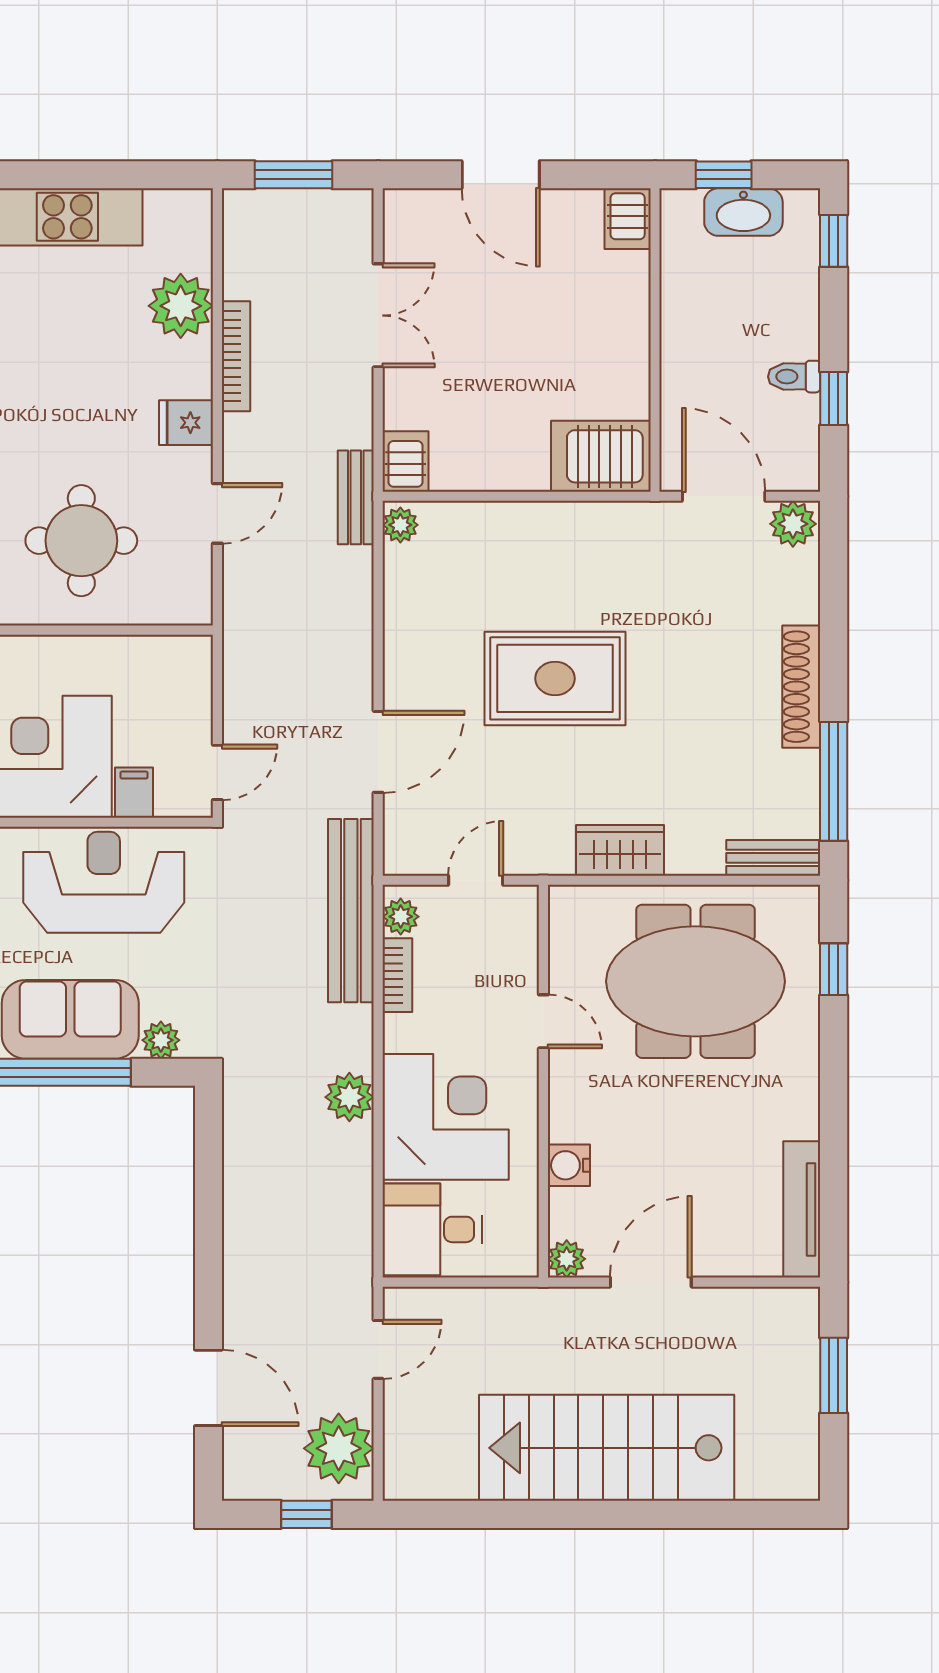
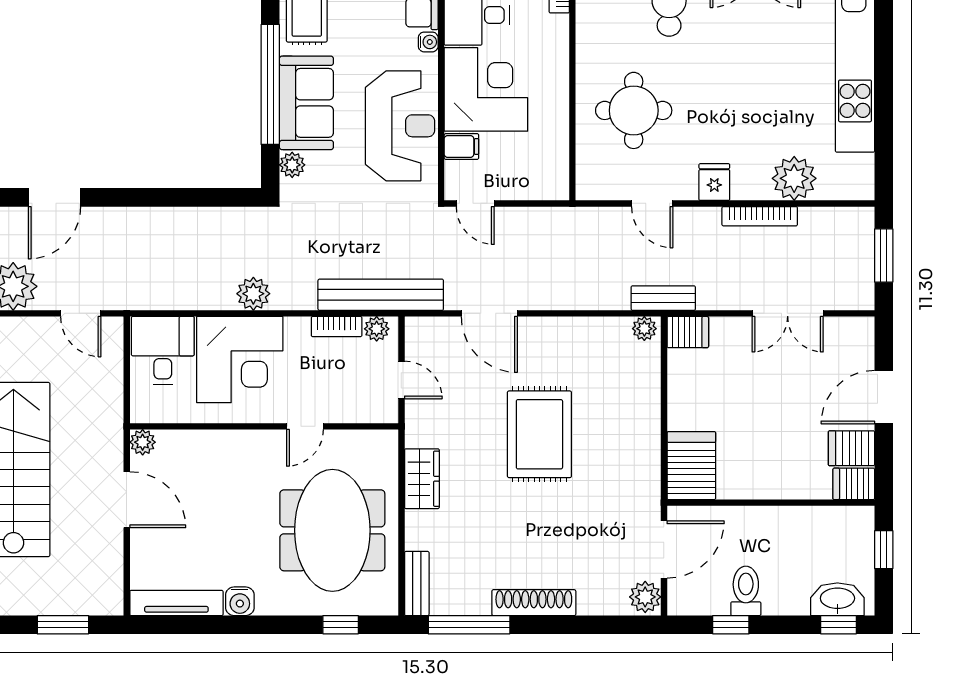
washbasin: (743, 212) -> (837, 599), moved, turned 90
server rack: (575, 222) -> (851, 448), added
toilet: (794, 377) -> (746, 591), width x1.37, depth x1.39
water cooler: (569, 1165) -> (240, 601), moved, turned 180

